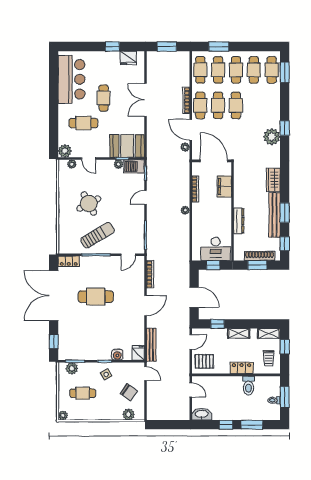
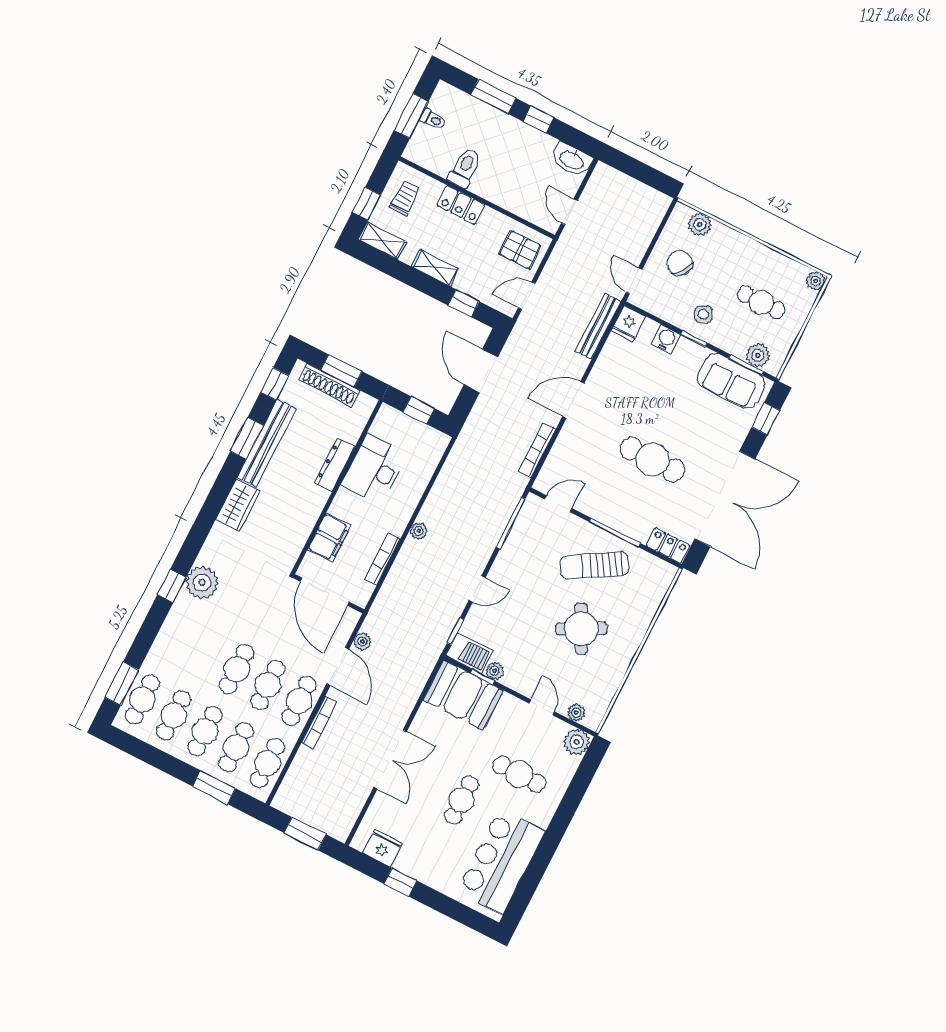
desk: (216, 249) -> (374, 469), moved, turned -90
sofa: (78, 351) -> (731, 381), added

